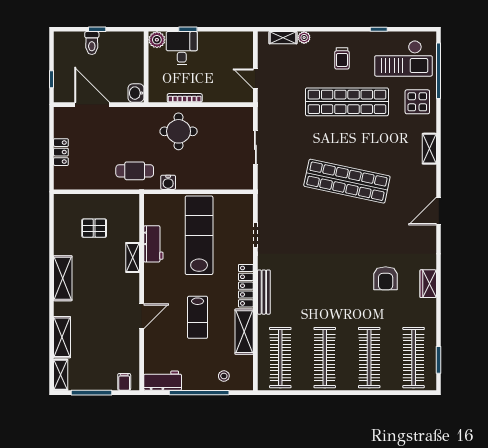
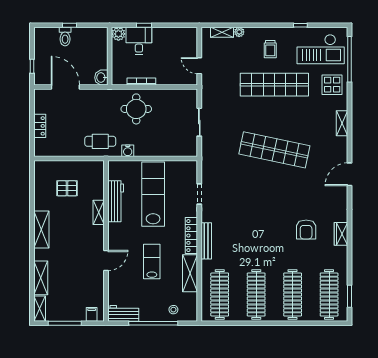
workbench: (153, 244) -> (116, 201), width x1.38
lab bench: (198, 317) -> (152, 261), turned 180

